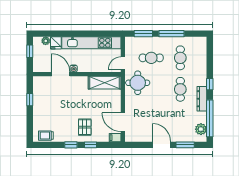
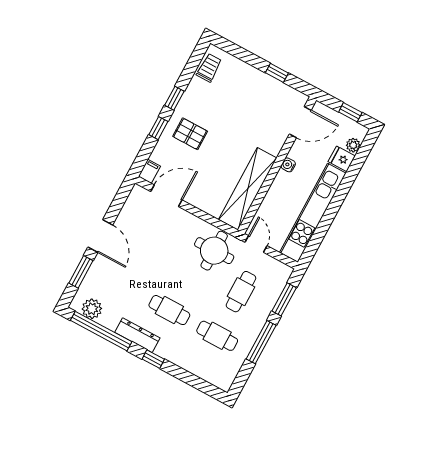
door: (61, 74) -> (300, 122), moved
shelving: (105, 83) -> (248, 189), width x1.47
door: (162, 145) -> (100, 236), hinge flipped

